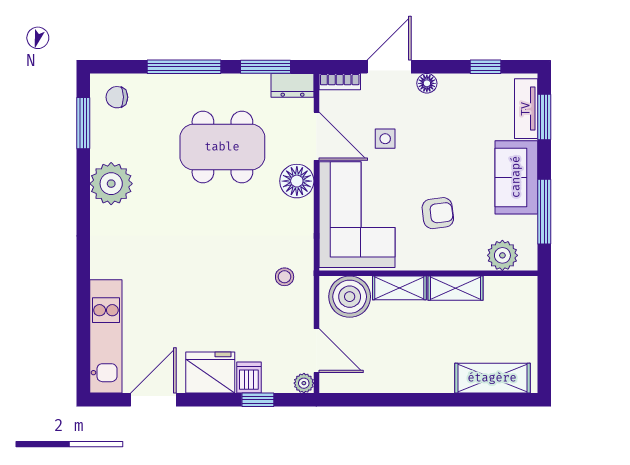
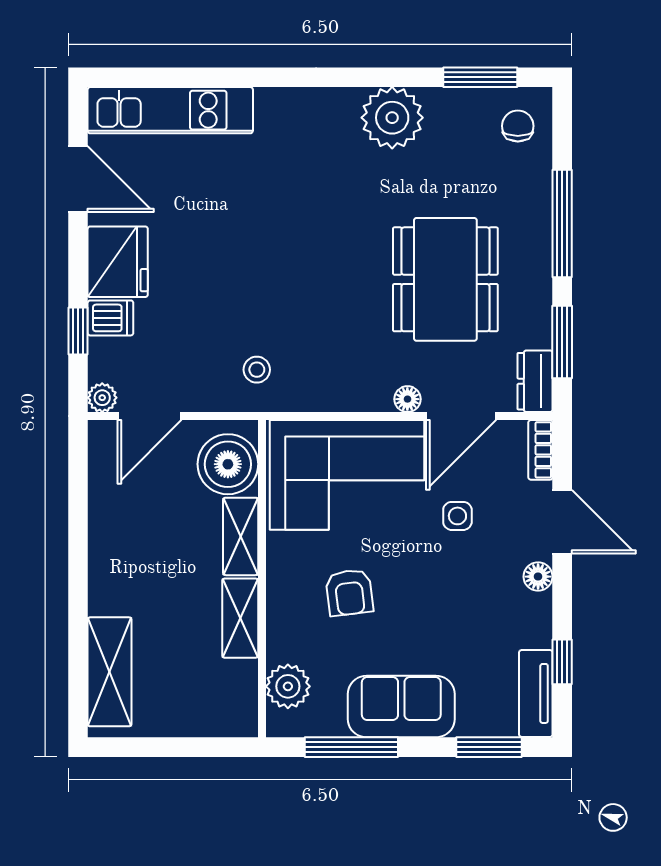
tv unit: (526, 109) -> (536, 693), moved, turned -90
floor lamp: (297, 181) -> (407, 399), width x0.53, depth x0.53

